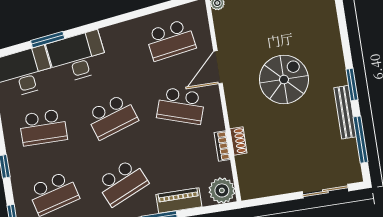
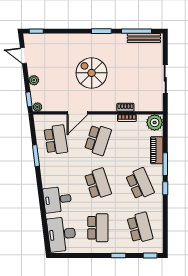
window: (48, 40) -> (36, 156), moved
desk: (77, 57) -> (57, 199), width x0.73
door: (218, 67) -> (77, 113), hinge flipped
bench: (345, 112) -> (144, 38), moved
sliding door: (325, 191) -> (165, 79), moved

